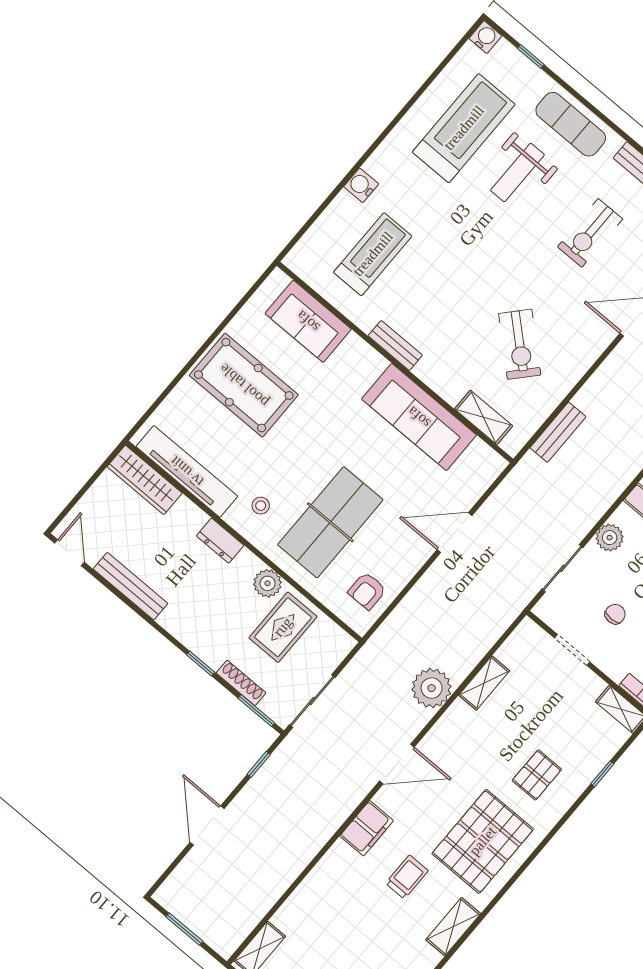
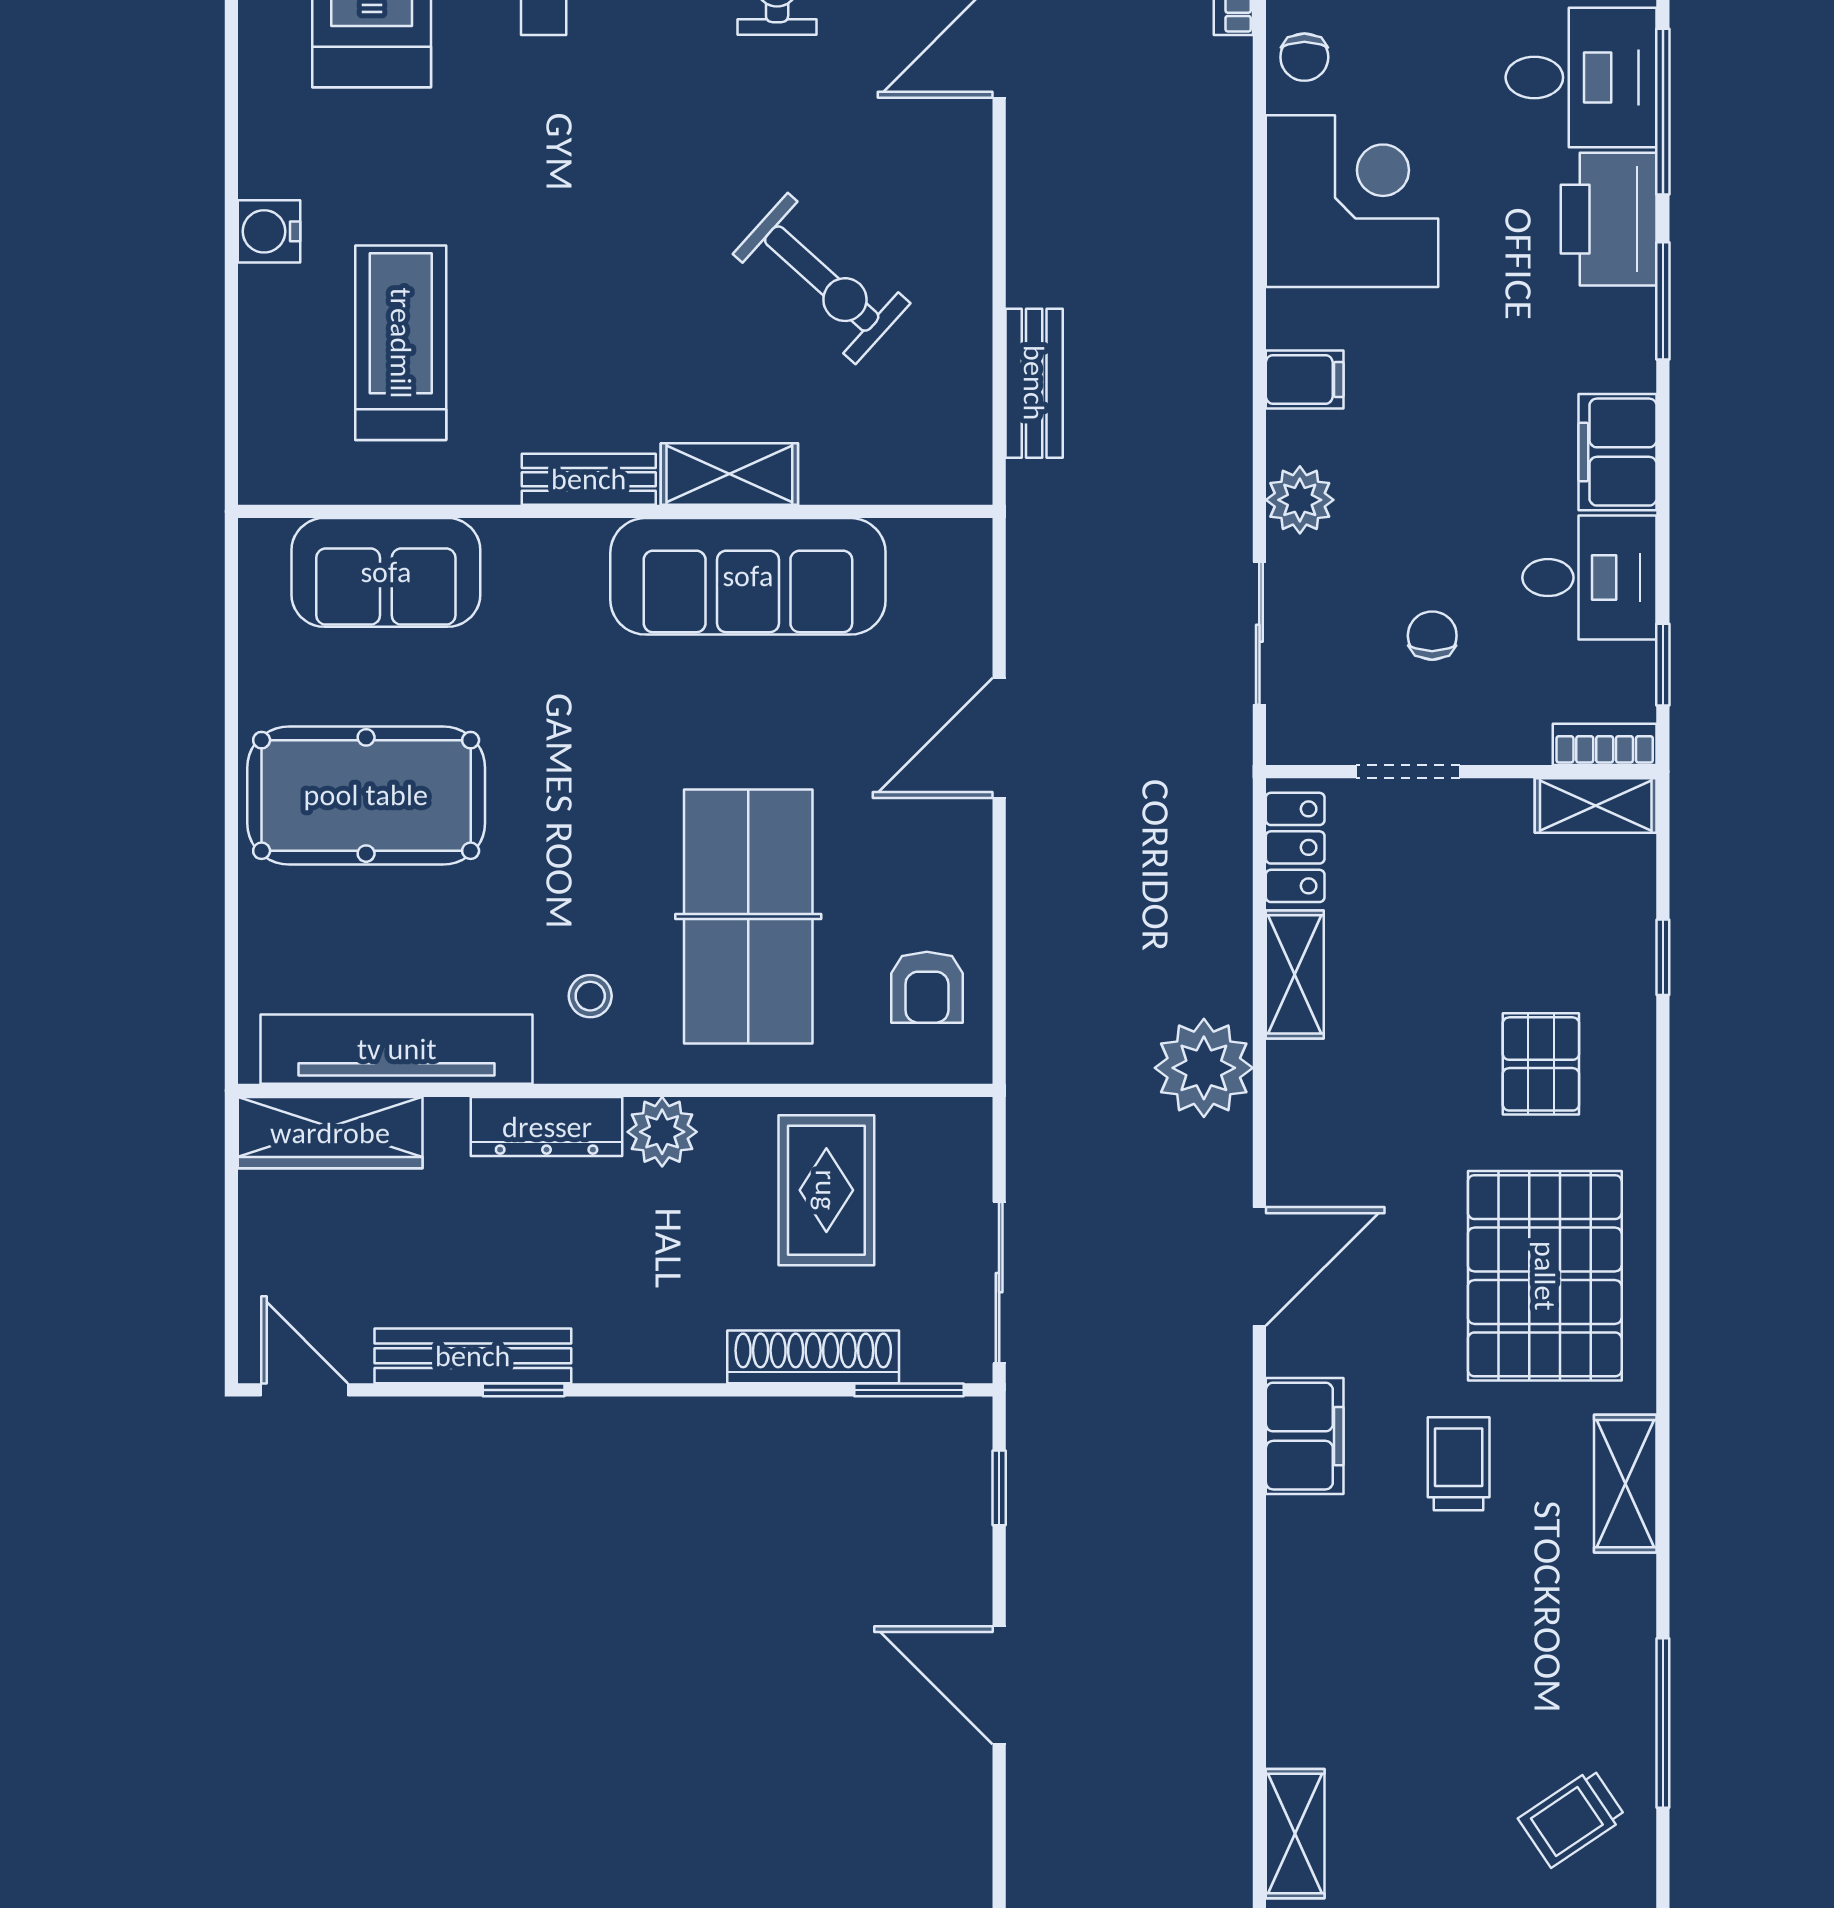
shelving: (484, 417) -> (729, 474), moved
dresser: (220, 541) -> (547, 1127), width x1.44
plant: (268, 583) -> (662, 1132), moved
locker: (517, 644) -> (1295, 847), added
window: (201, 663) -> (524, 1390), moved
shoe rack: (241, 683) -> (813, 1357), width x1.36, depth x1.24

